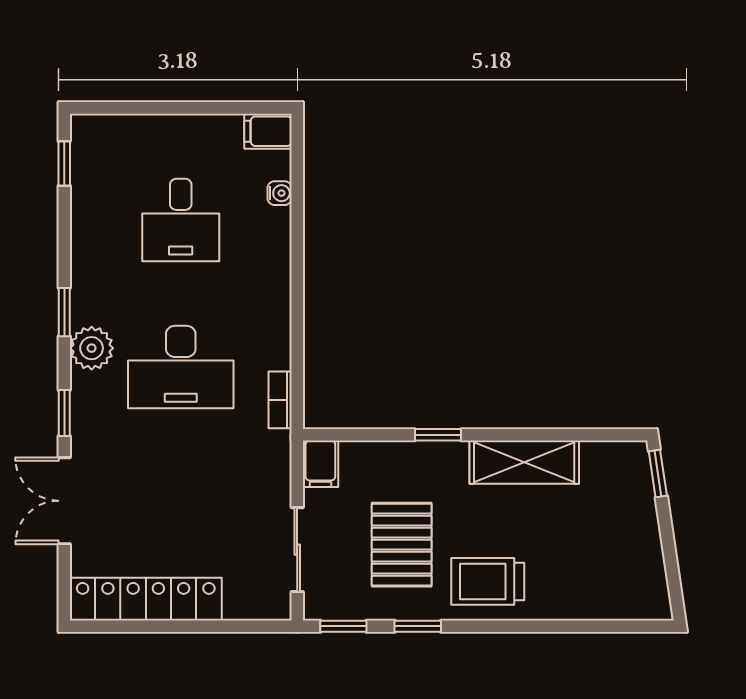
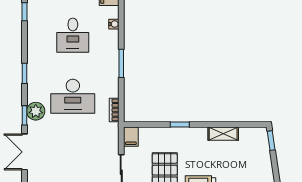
window: (297, 288) -> (121, 63), added
plant: (92, 348) -> (36, 111), moved
shelving: (524, 462) -> (223, 134), width x0.67, depth x0.75

